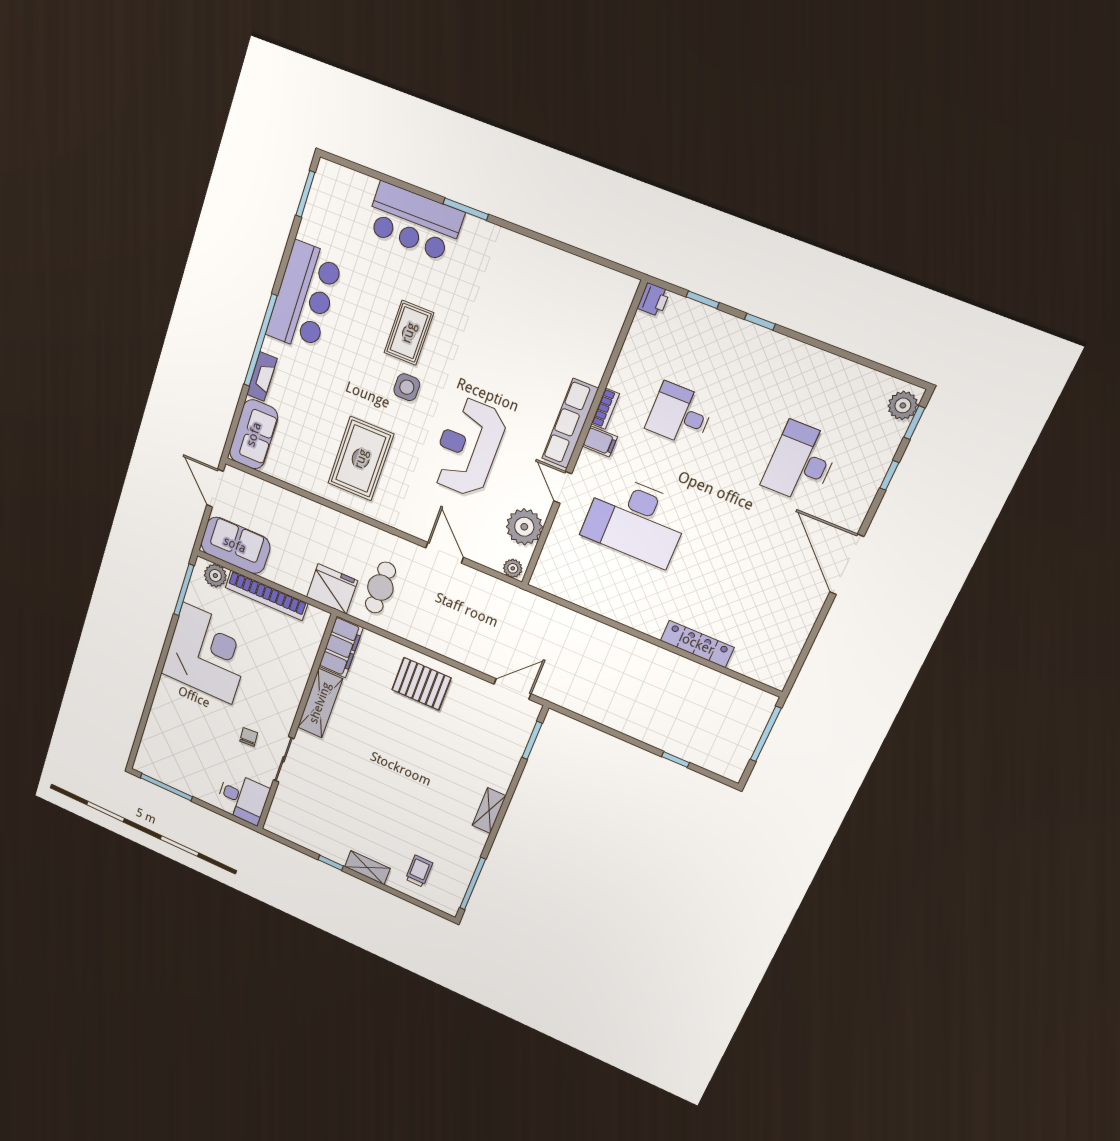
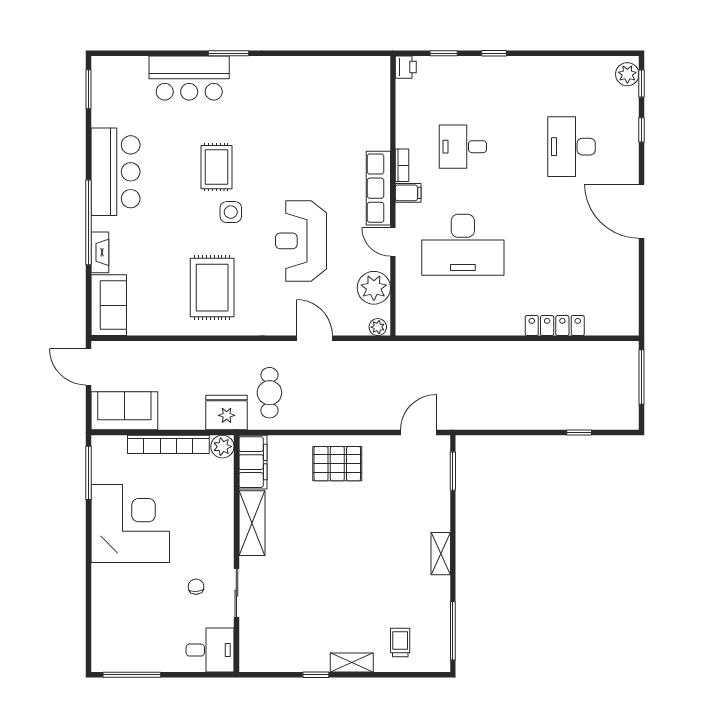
plant: (215, 576) -> (222, 447), moved

